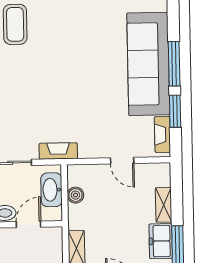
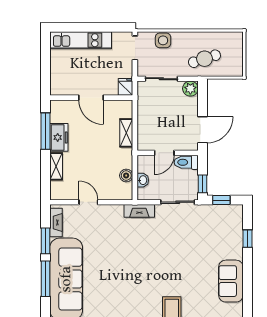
washbasin: (51, 190) -> (143, 180), width x0.52, depth x0.69

